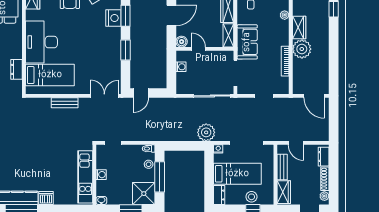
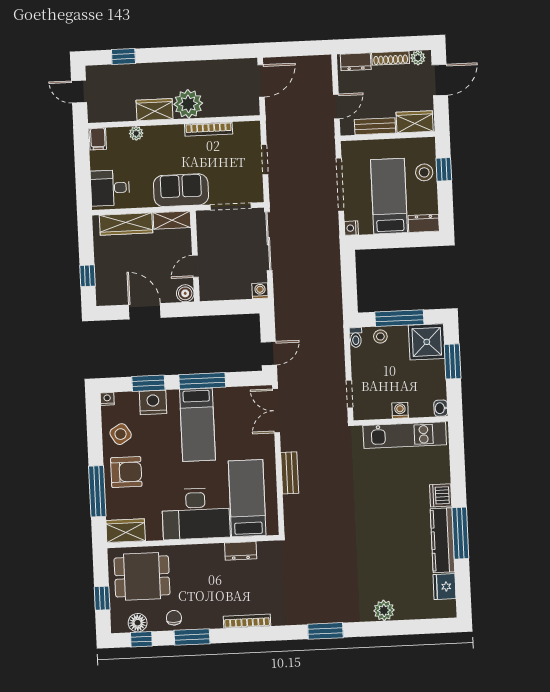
bed: (98, 46) -> (197, 425), added
window: (126, 50) -> (202, 381), width x1.44
washing machine: (181, 67) -> (260, 291), moved
door: (141, 93) -> (269, 354), hinge flipped
plant: (206, 132) -> (326, 248), removed

